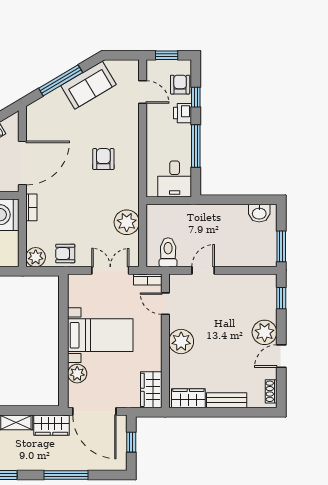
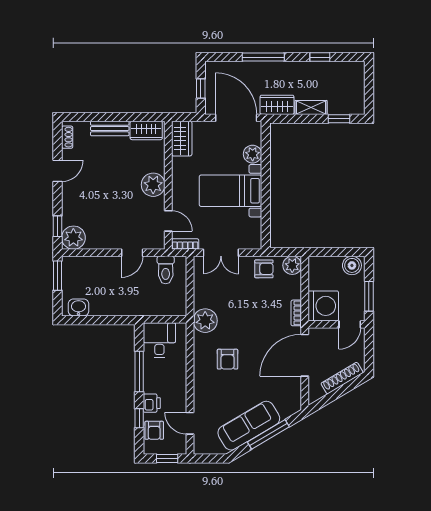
sofa: (89, 85) -> (249, 426), width x1.36
plant: (127, 222) -> (205, 321), moved
plant: (265, 332) -> (73, 238), moved

